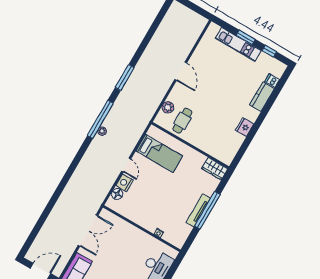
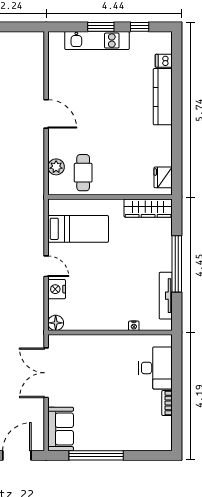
kitchen counter: (262, 97) -> (163, 97), width x1.50
fridge: (245, 127) -> (163, 177), moved
wardrobe: (215, 169) -> (148, 208), width x1.50
floor lamp: (117, 194) -> (56, 323), moved
tv unit: (198, 210) -> (166, 296), moved
double door: (88, 231) -> (46, 373), swing flipped

